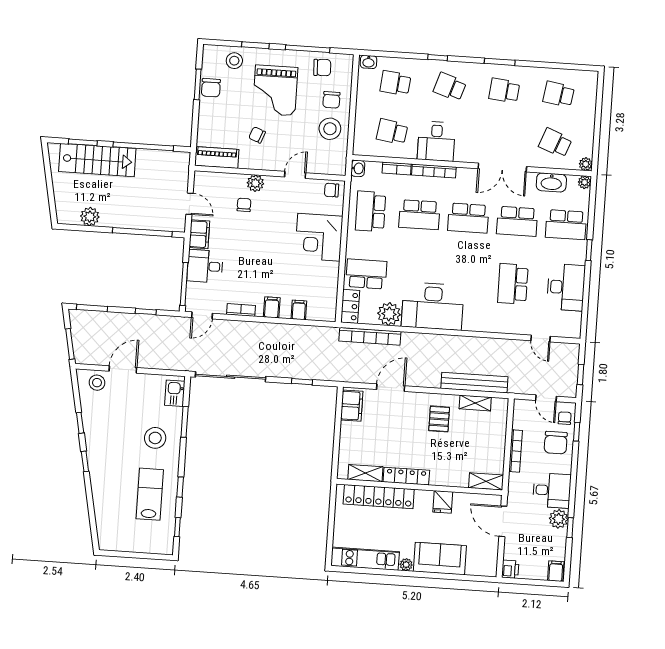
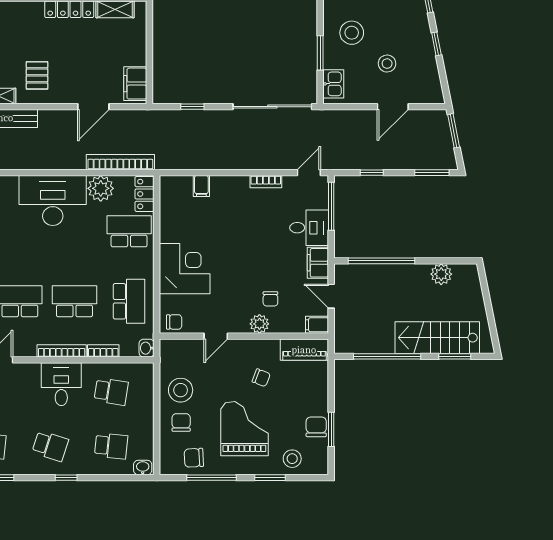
school desk: (366, 274) -> (129, 231), turned 180
filing cabinet: (272, 307) -> (317, 325), moved, turned 90
stool: (97, 383) -> (387, 64), moved

